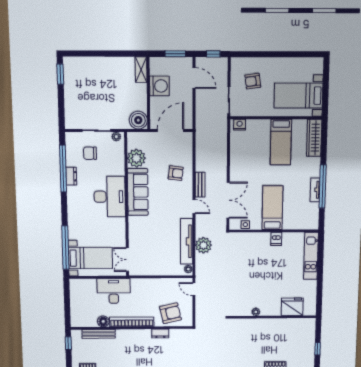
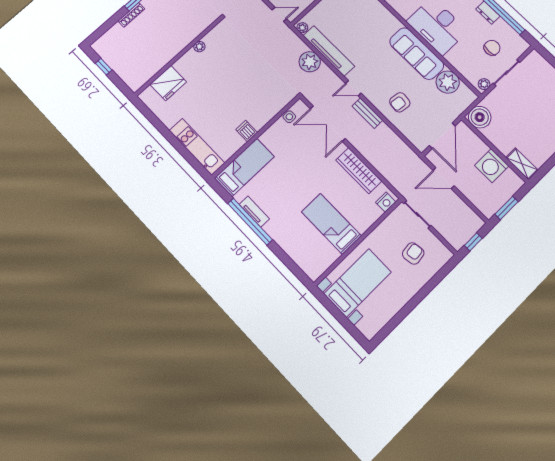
door: (194, 78) -> (443, 178), moved
wardrobe: (314, 138) -> (359, 171), moved, turned 180
bed: (272, 208) -> (244, 167), moved, turned -90

